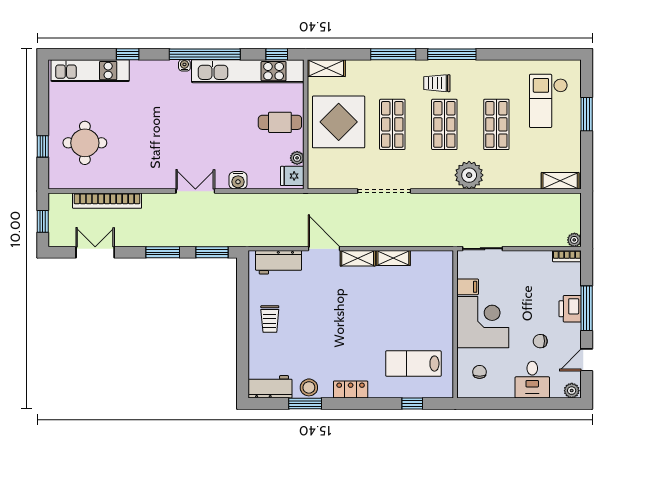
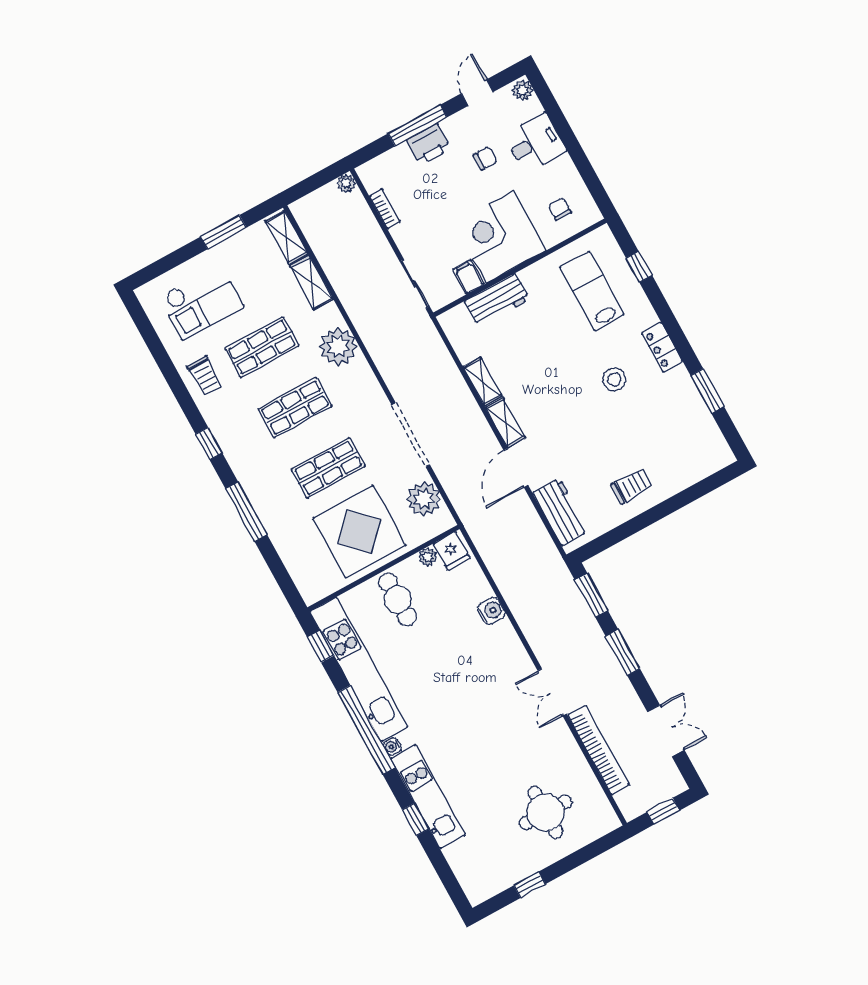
window: (452, 54) -> (209, 444), width x0.46
shelving: (326, 68) -> (312, 283), moved
kitchen unit: (90, 71) -> (428, 797), moved
trolley: (437, 83) -> (205, 376), moved
window: (587, 114) -> (224, 232), moved
window: (43, 146) -> (530, 885), moved
plant: (337, 176) -> (424, 499), added
double door: (195, 191) -> (552, 692), moved
double door: (95, 252) -> (666, 731), swing flipped
bookcase: (567, 256) -> (385, 209), moved
chair: (540, 341) -> (485, 158), turned -90
door: (587, 360) -> (477, 93), swing flipped
lab bench: (413, 364) -> (592, 291), turned 180
chair: (480, 372) -> (560, 209), turned 90
workbench: (270, 387) -> (497, 300), moved, turned -90
stool: (309, 387) -> (614, 379), moved

